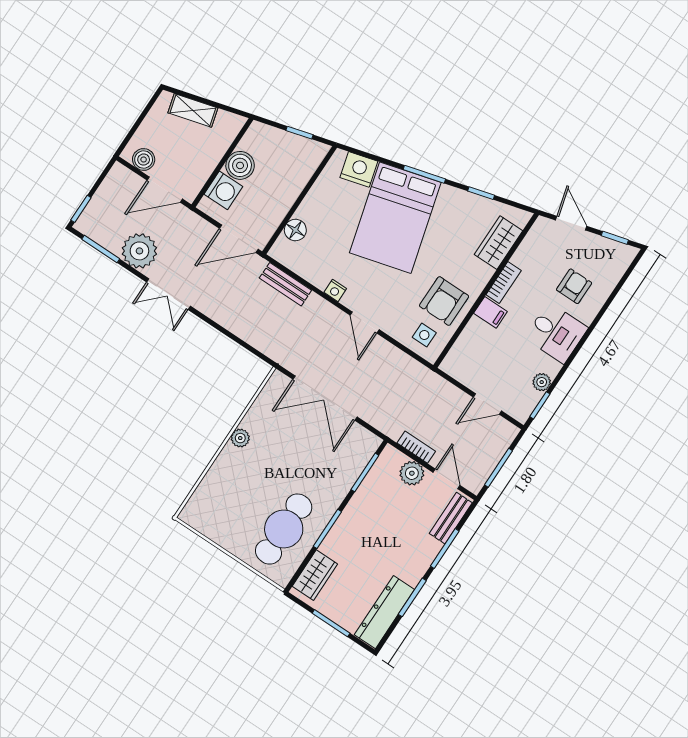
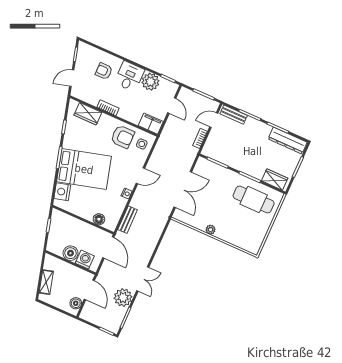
filing cabinet: (490, 312) -> (151, 124), moved, width x2.00
plant: (542, 382) -> (150, 82), width x1.88, depth x1.88
plant: (412, 473) -> (214, 138), removed

